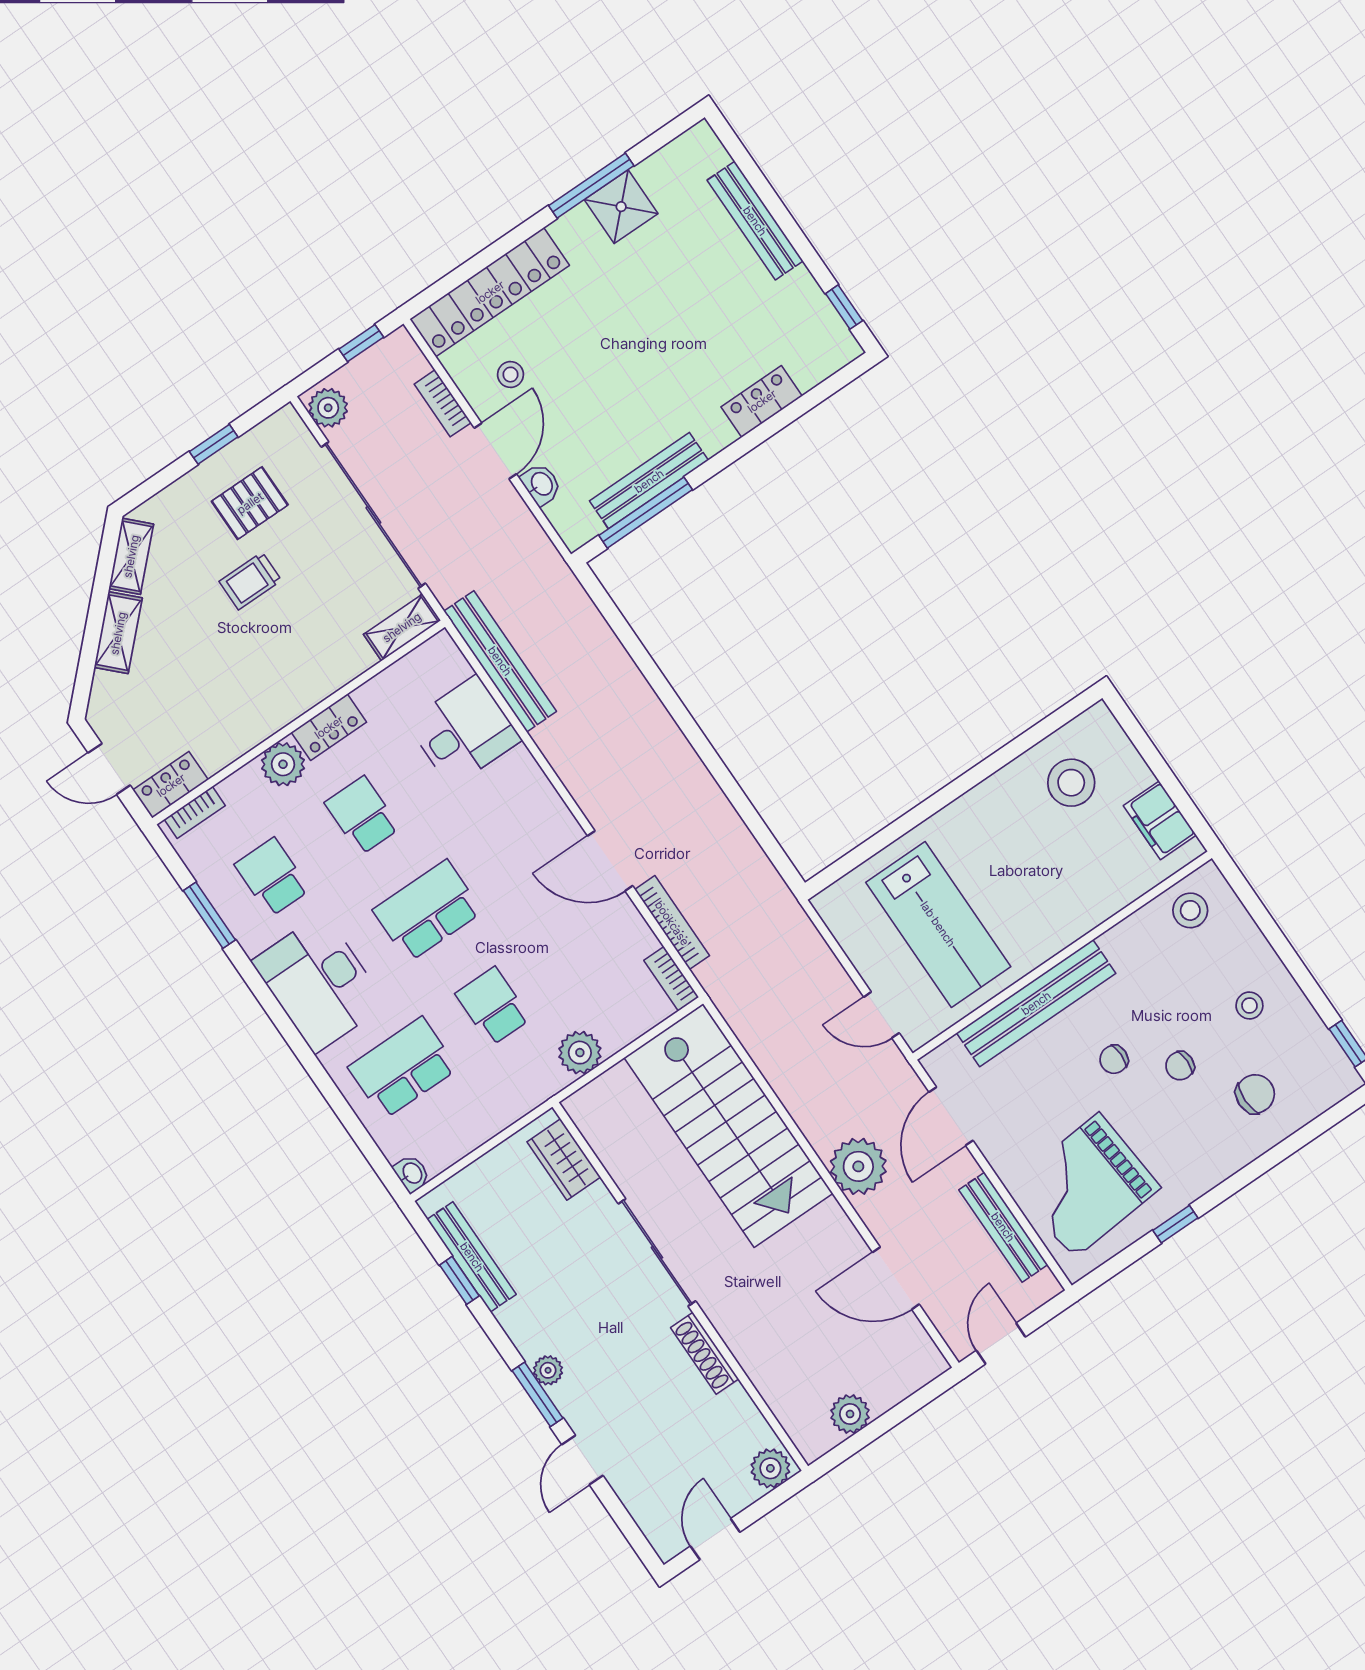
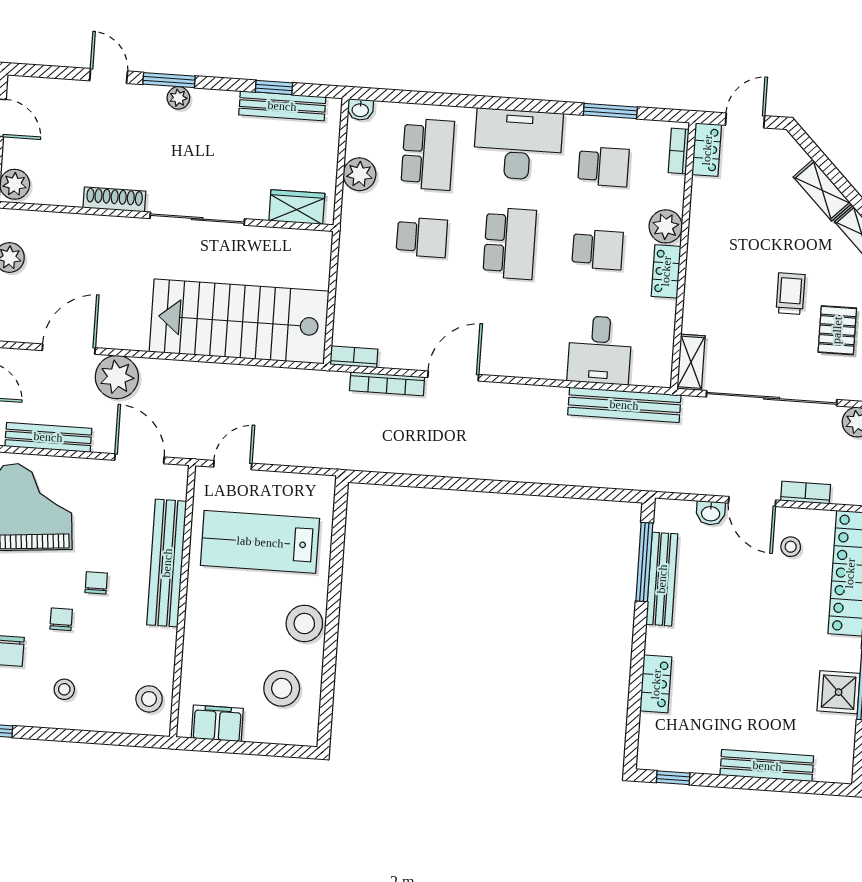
stool: (986, 812) -> (304, 623), added
plant: (580, 1053) -> (360, 174), moved
plant: (858, 1166) -> (117, 377), moved

